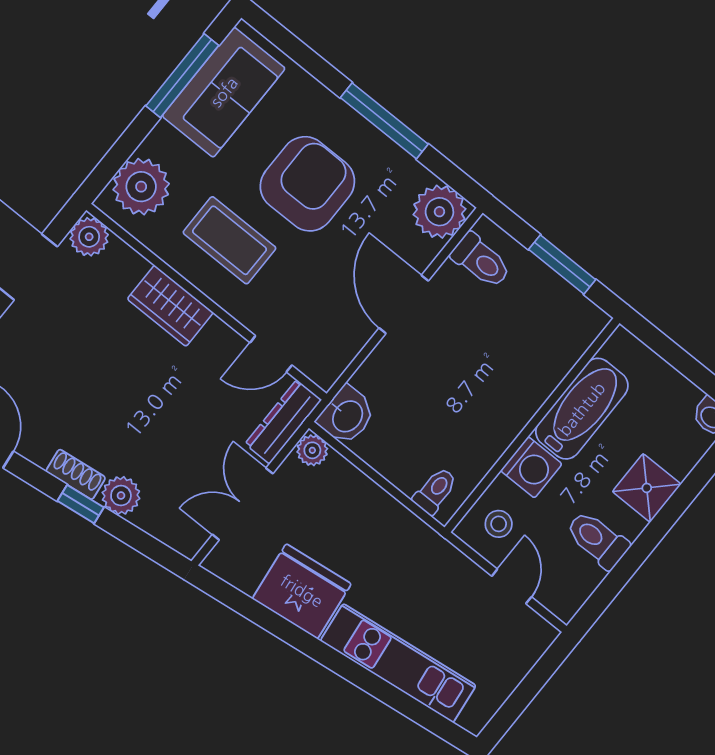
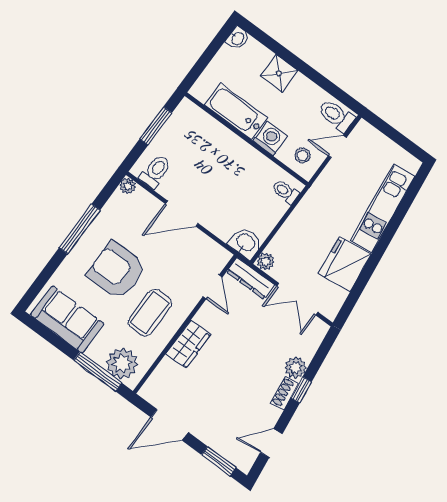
window: (182, 76) -> (98, 372), moved
plant: (439, 212) -> (128, 186), width x0.53, depth x0.53
plant: (89, 237) -> (151, 391), removed
toilet: (597, 540) -> (336, 116), moved, turned 90

